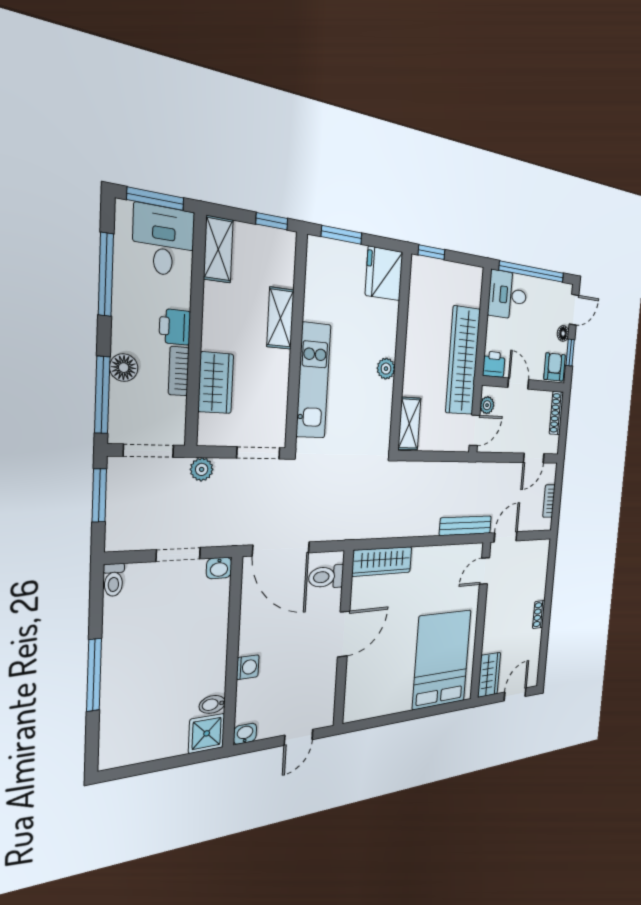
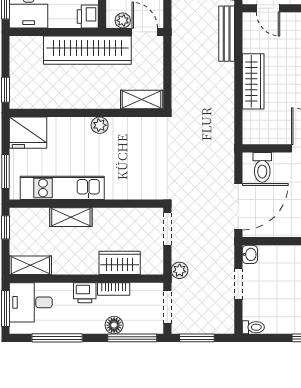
kitchen unit: (313, 381) -> (62, 188), moved
wardrobe: (382, 561) -> (253, 81), moved

